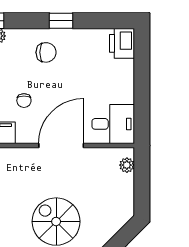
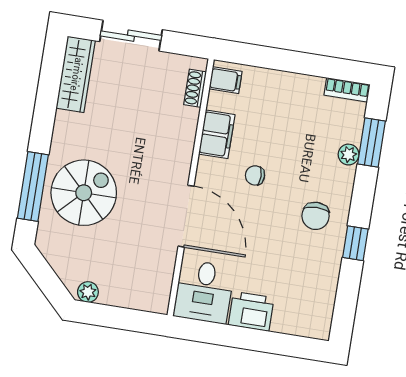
printer: (122, 43) -> (251, 311), moved
plant: (127, 165) -> (88, 292), moved

